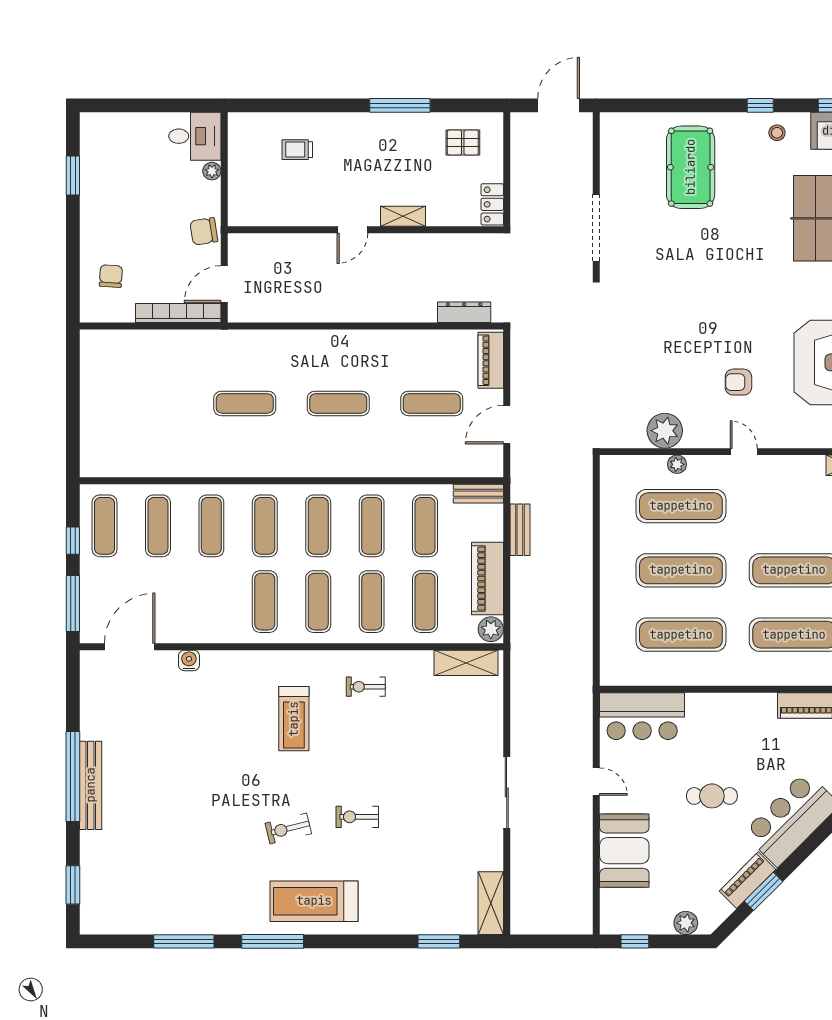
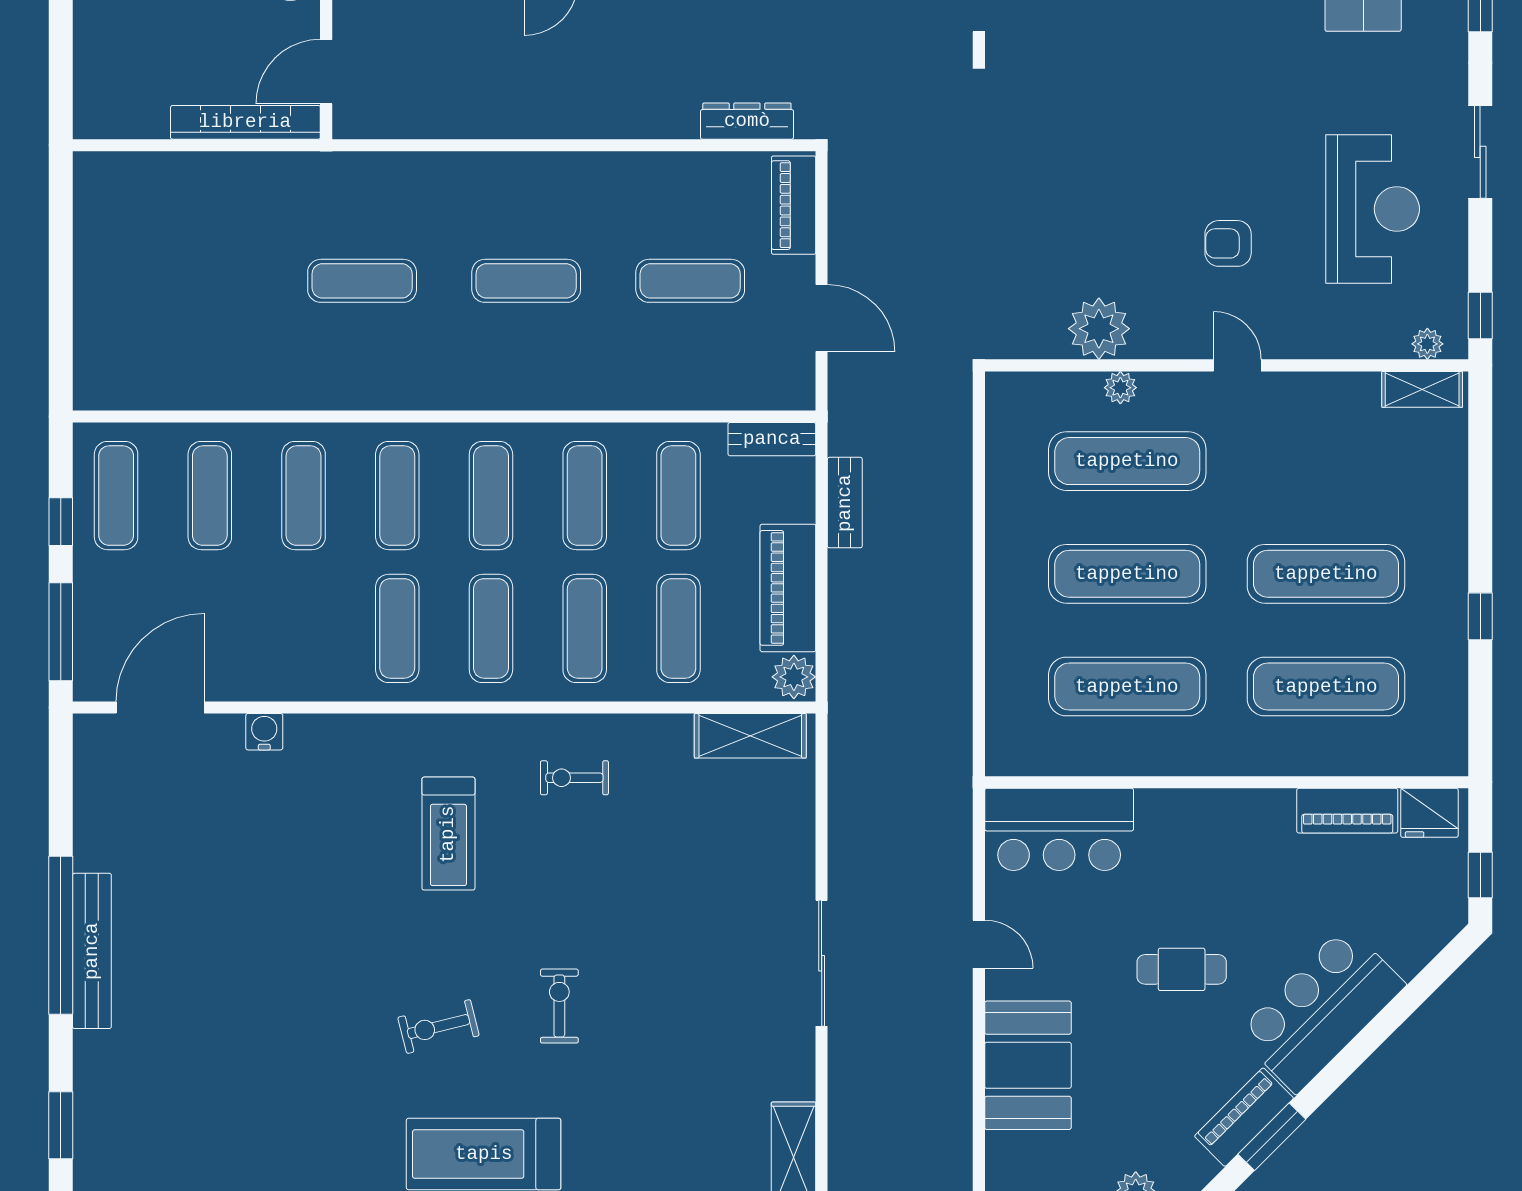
chair: (111, 276) -> (127, 57), removed
door: (507, 425) -> (822, 318), swing flipped
exercise bike: (357, 817) -> (559, 1006), turned 90

